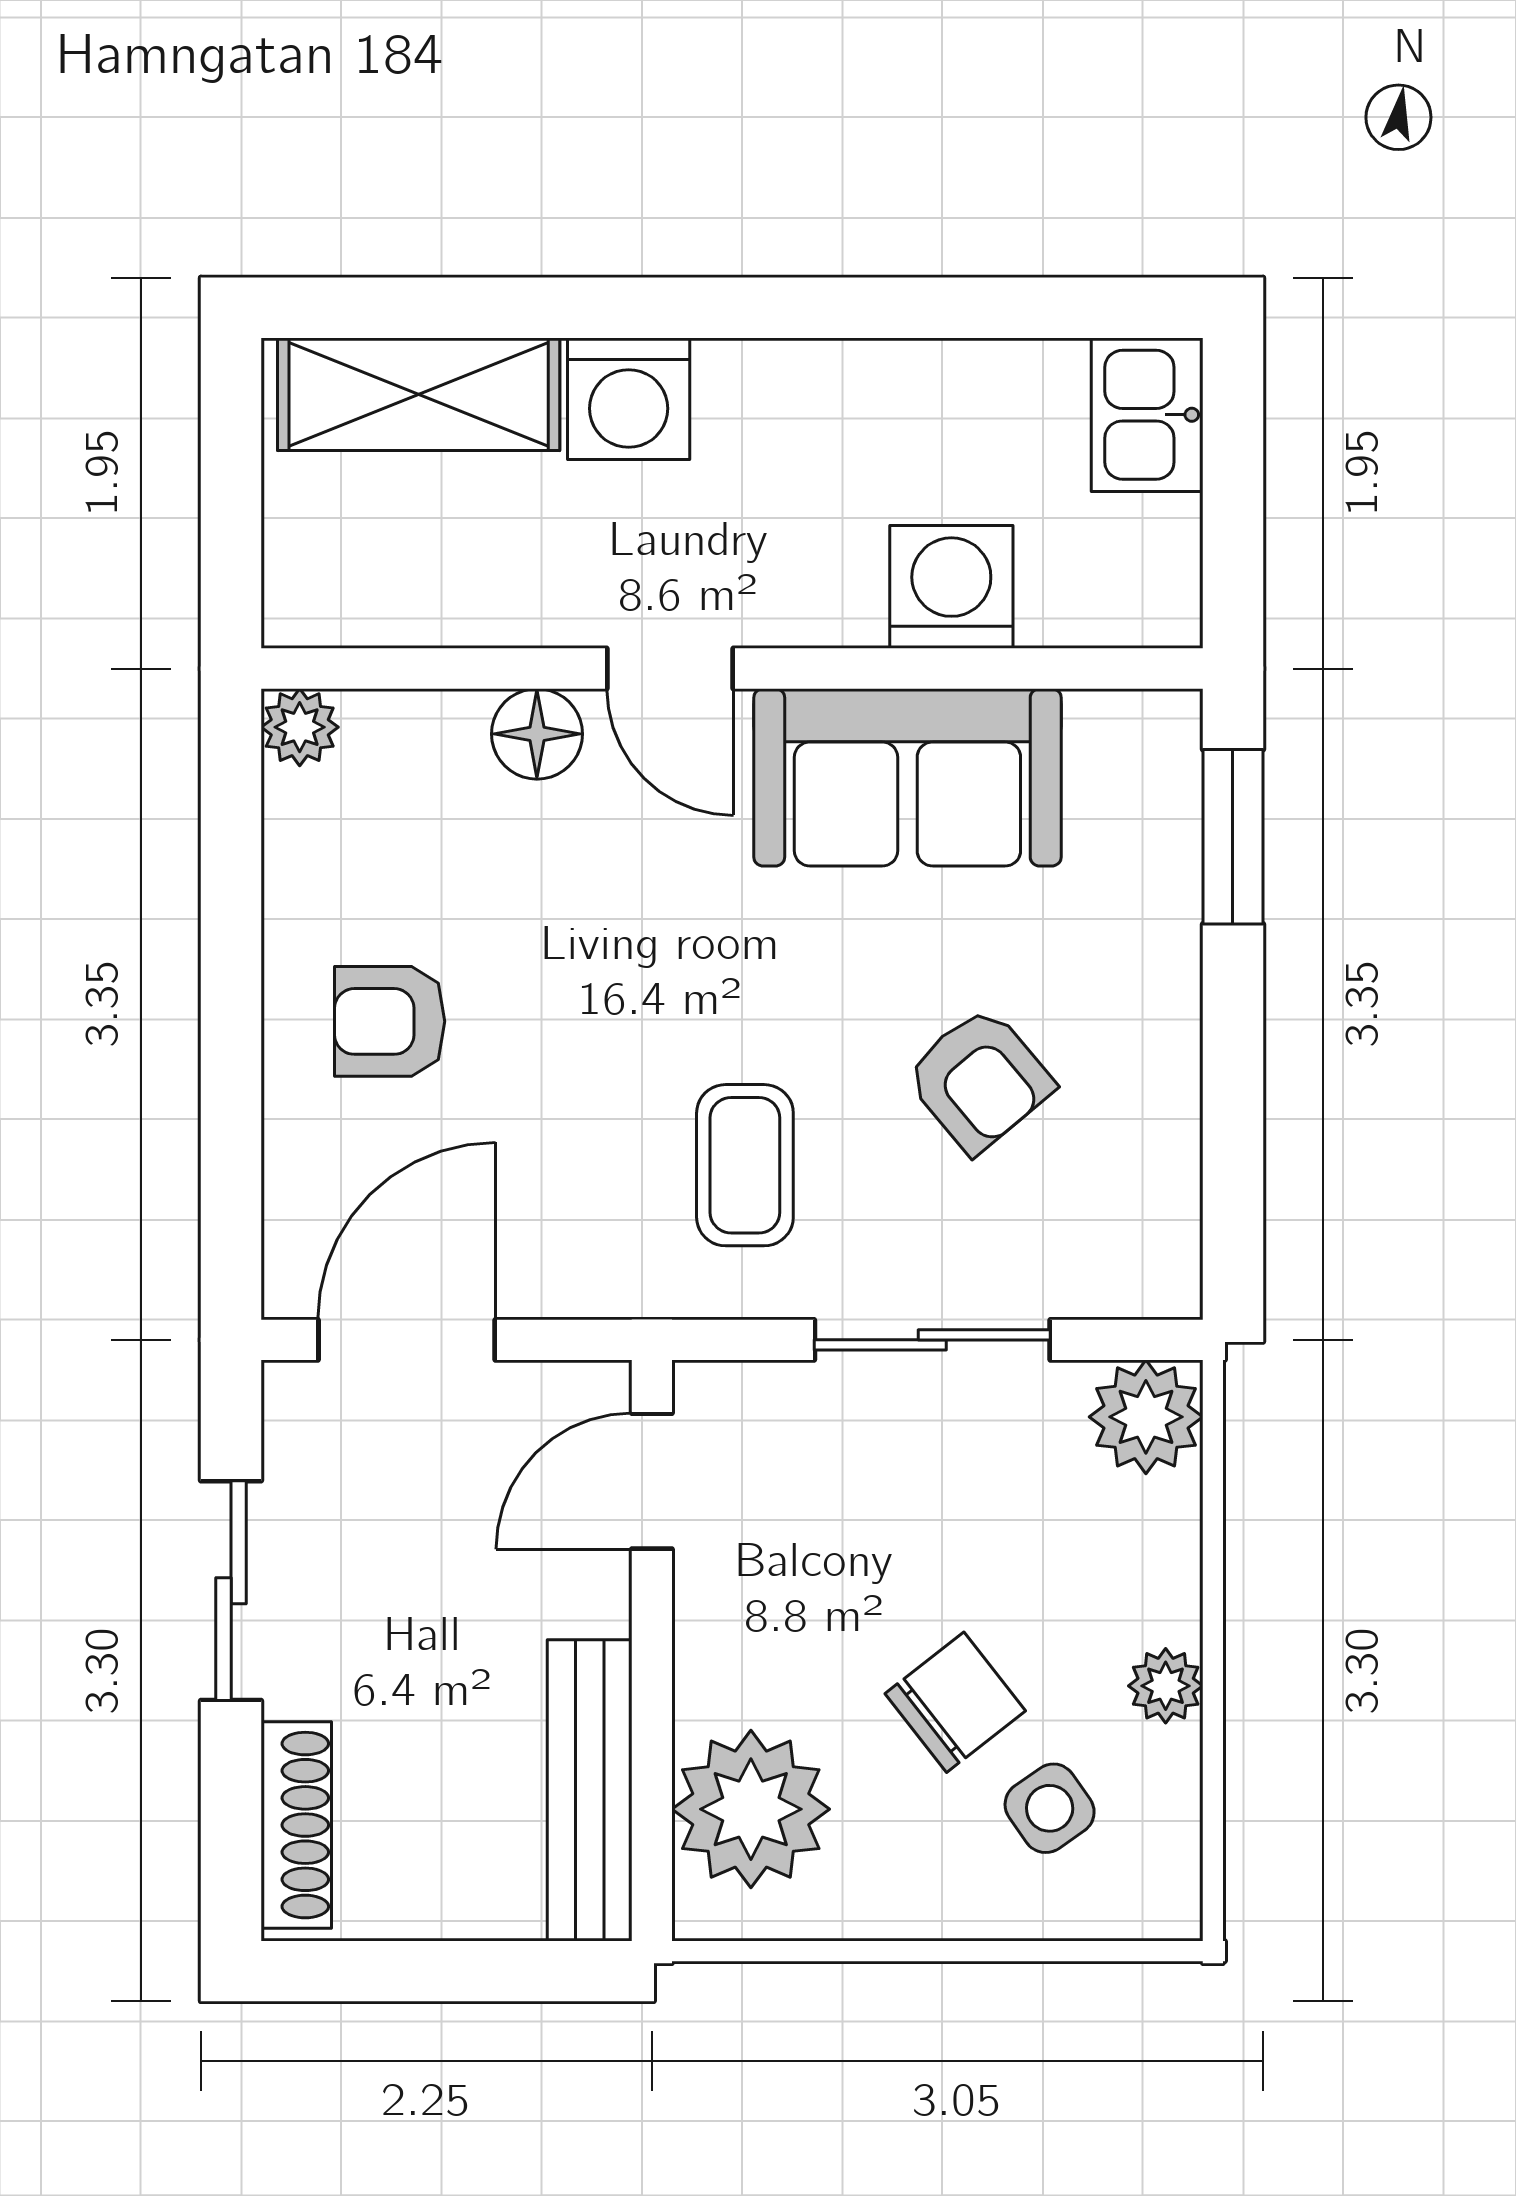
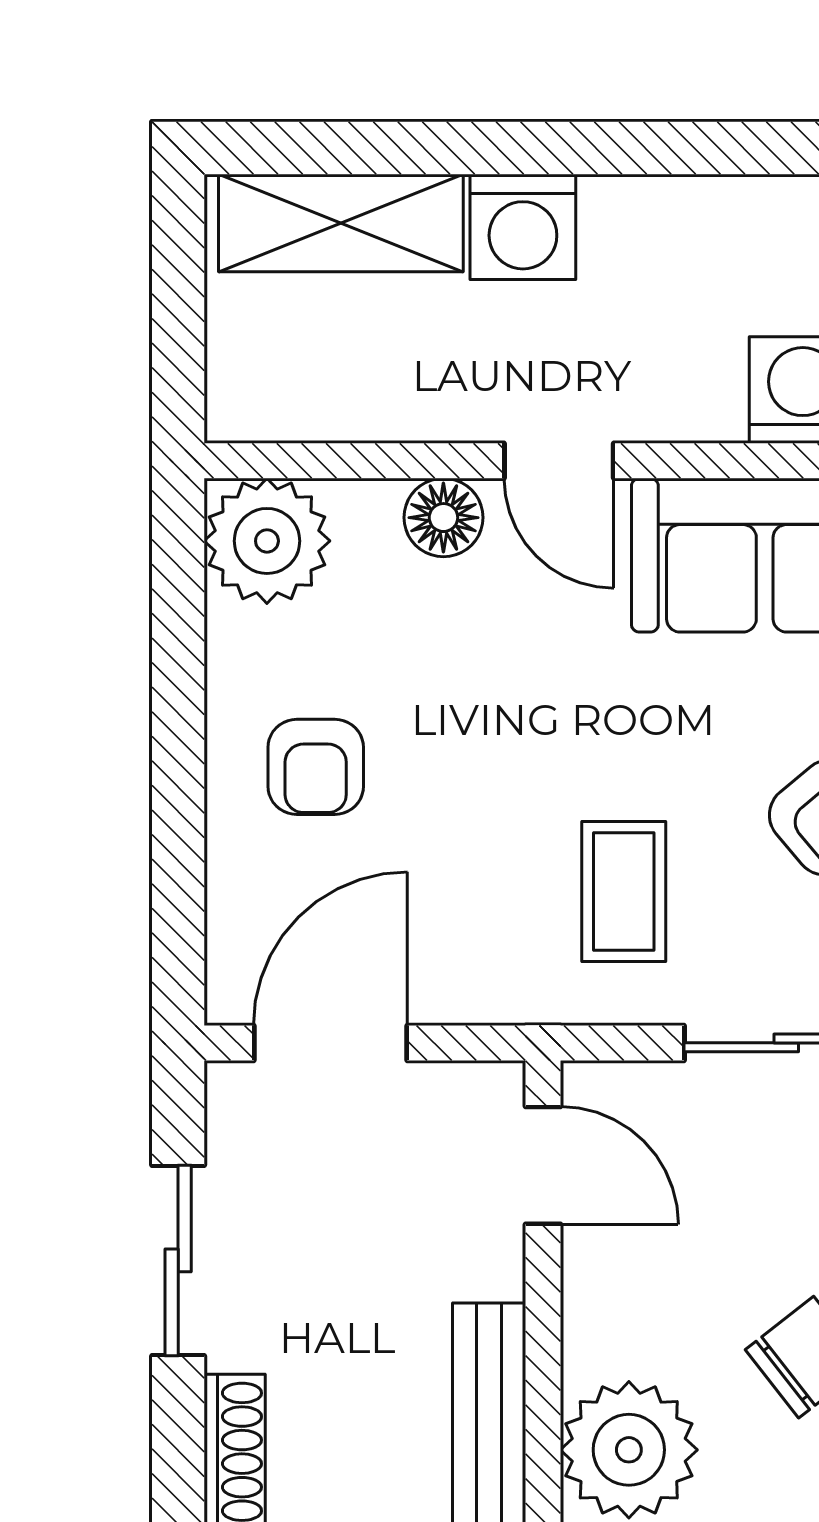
plant: (300, 727) -> (267, 541), width x1.87, depth x1.87
armchair: (390, 1021) -> (316, 767), turned -90
door: (652, 1481) -> (543, 1165), swing flipped

